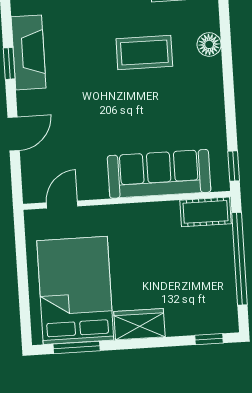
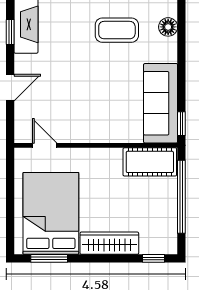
sofa: (159, 174) -> (161, 103), moved, turned -90
door: (62, 204) -> (45, 145), hinge flipped
cot: (205, 212) -> (150, 162), width x1.37, depth x1.34
wardrobe: (139, 324) -> (109, 243), width x1.50

